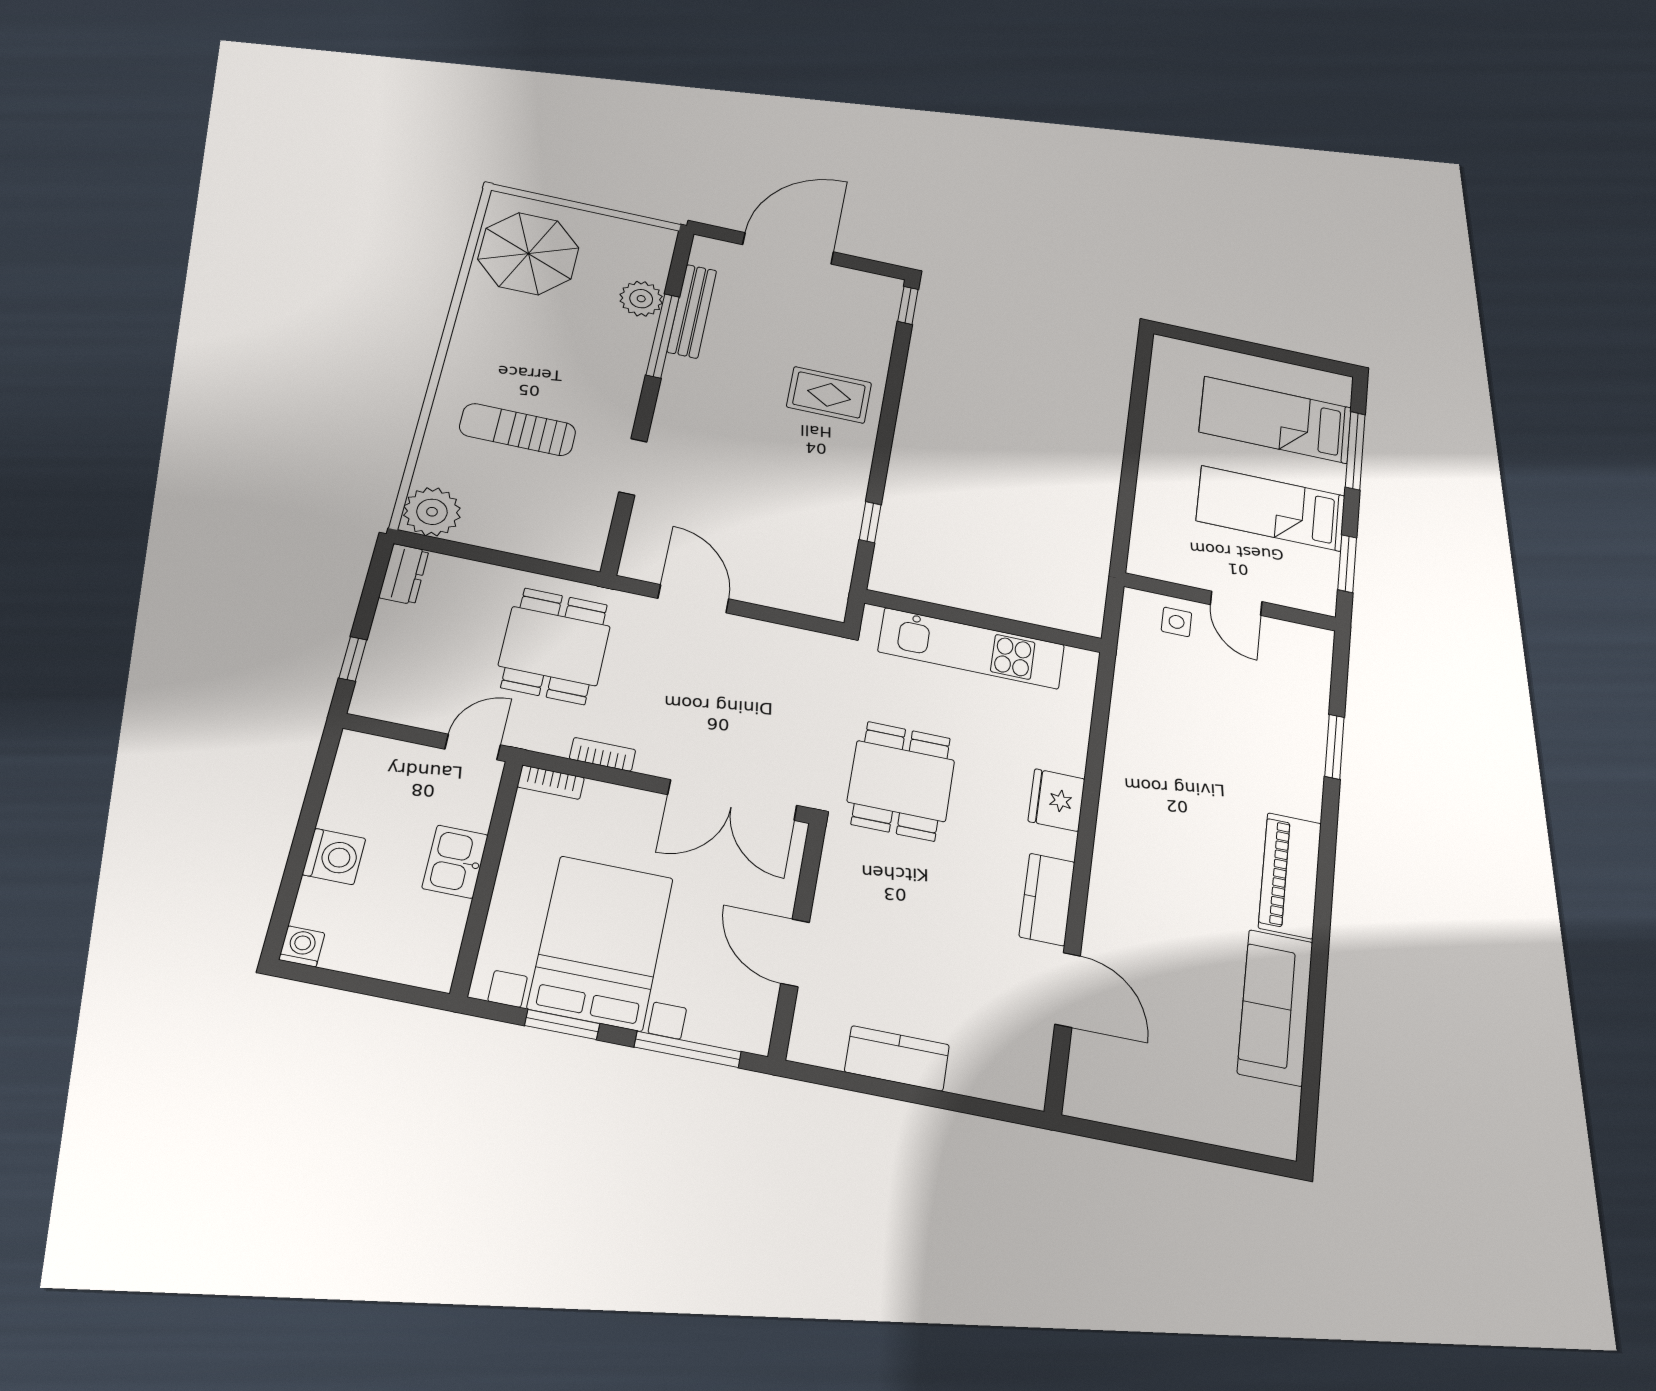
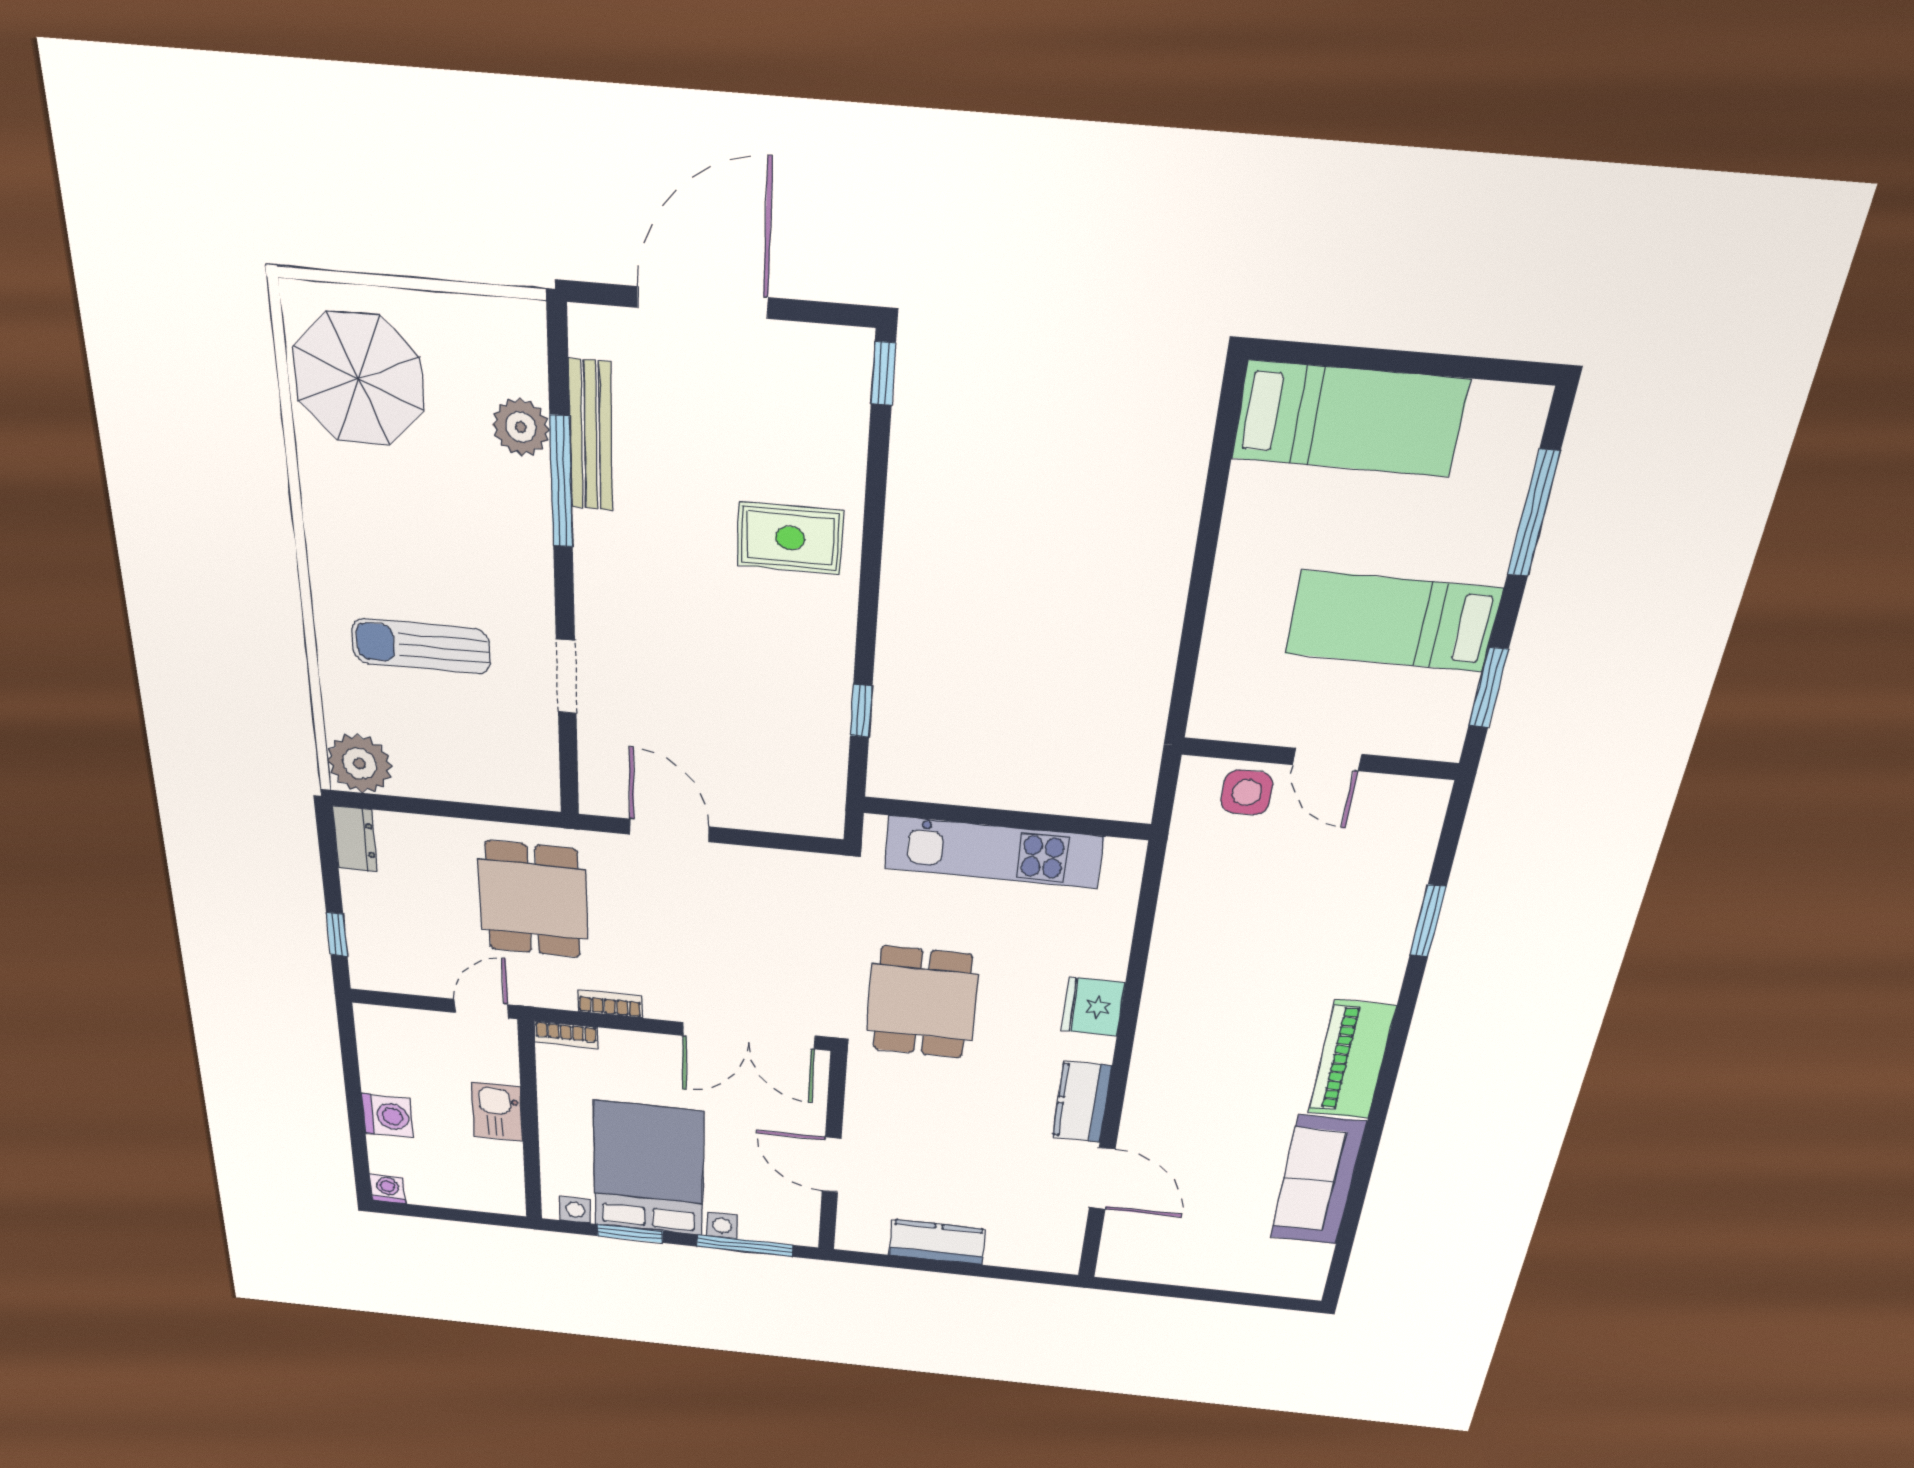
bed: (1276, 420) -> (1349, 419), moved, turned 180
side table: (1177, 622) -> (1247, 792), width x1.37, depth x1.37

